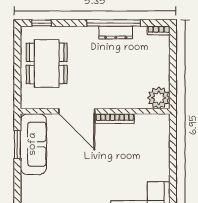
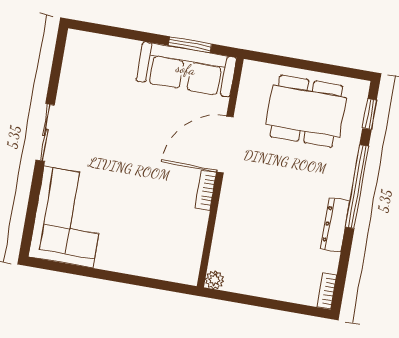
window: (113, 23) -> (357, 187), moved
plant: (159, 98) -> (214, 280), width x0.53, depth x0.53
bookcase: (115, 118) -> (206, 190), width x0.64

